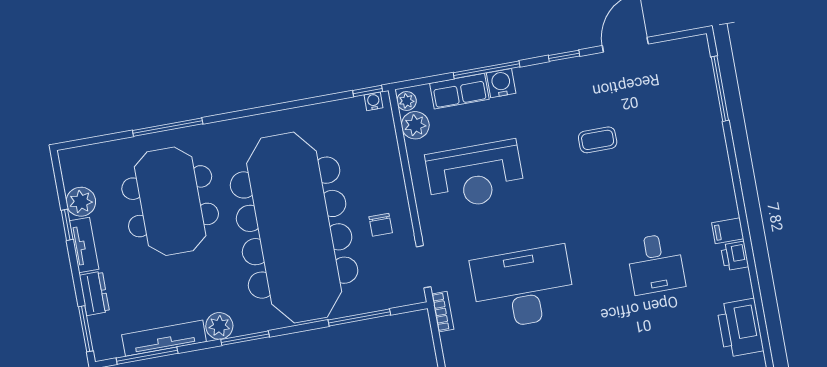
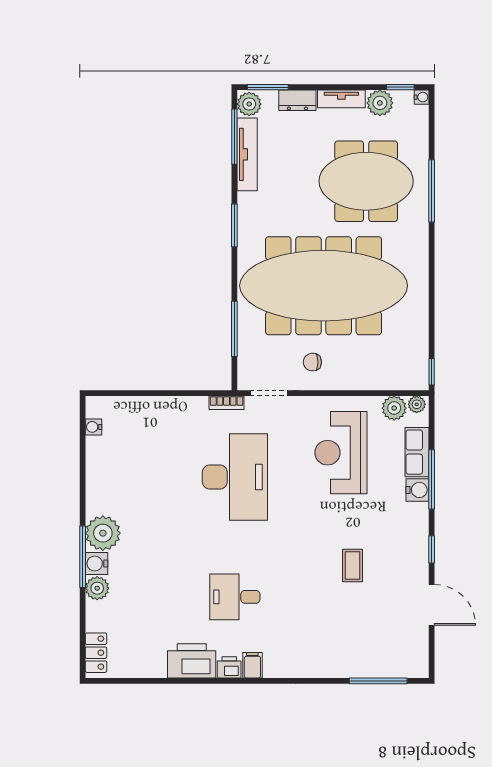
water cooler: (374, 101) -> (422, 97), moved
window: (67, 225) -> (400, 87), moved
plant: (219, 326) -> (249, 104), moved
printer: (740, 328) -> (192, 661), moved

